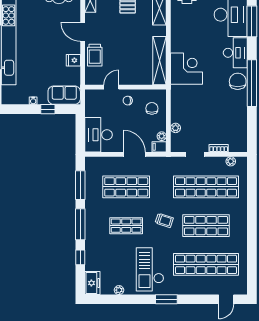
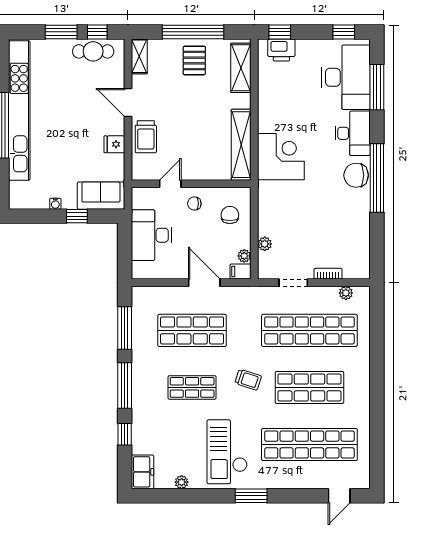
chair: (238, 81) -> (356, 175), turned -90
desk: (98, 135) -> (151, 235), moved

